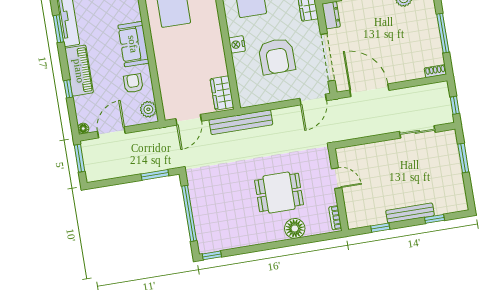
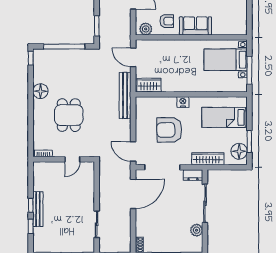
floor lamp: (295, 228) -> (40, 91), moved
window: (380, 228) -> (31, 205), moved

